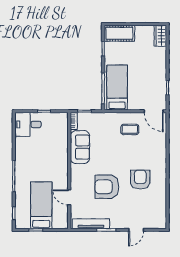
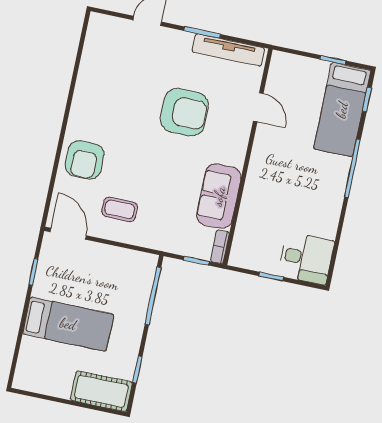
wardrobe: (160, 36) -> (27, 371), removed
bed: (117, 88) -> (68, 324), moved, turned -90
armchair: (140, 180) -> (85, 160), moved
bed: (41, 205) -> (342, 110), moved

